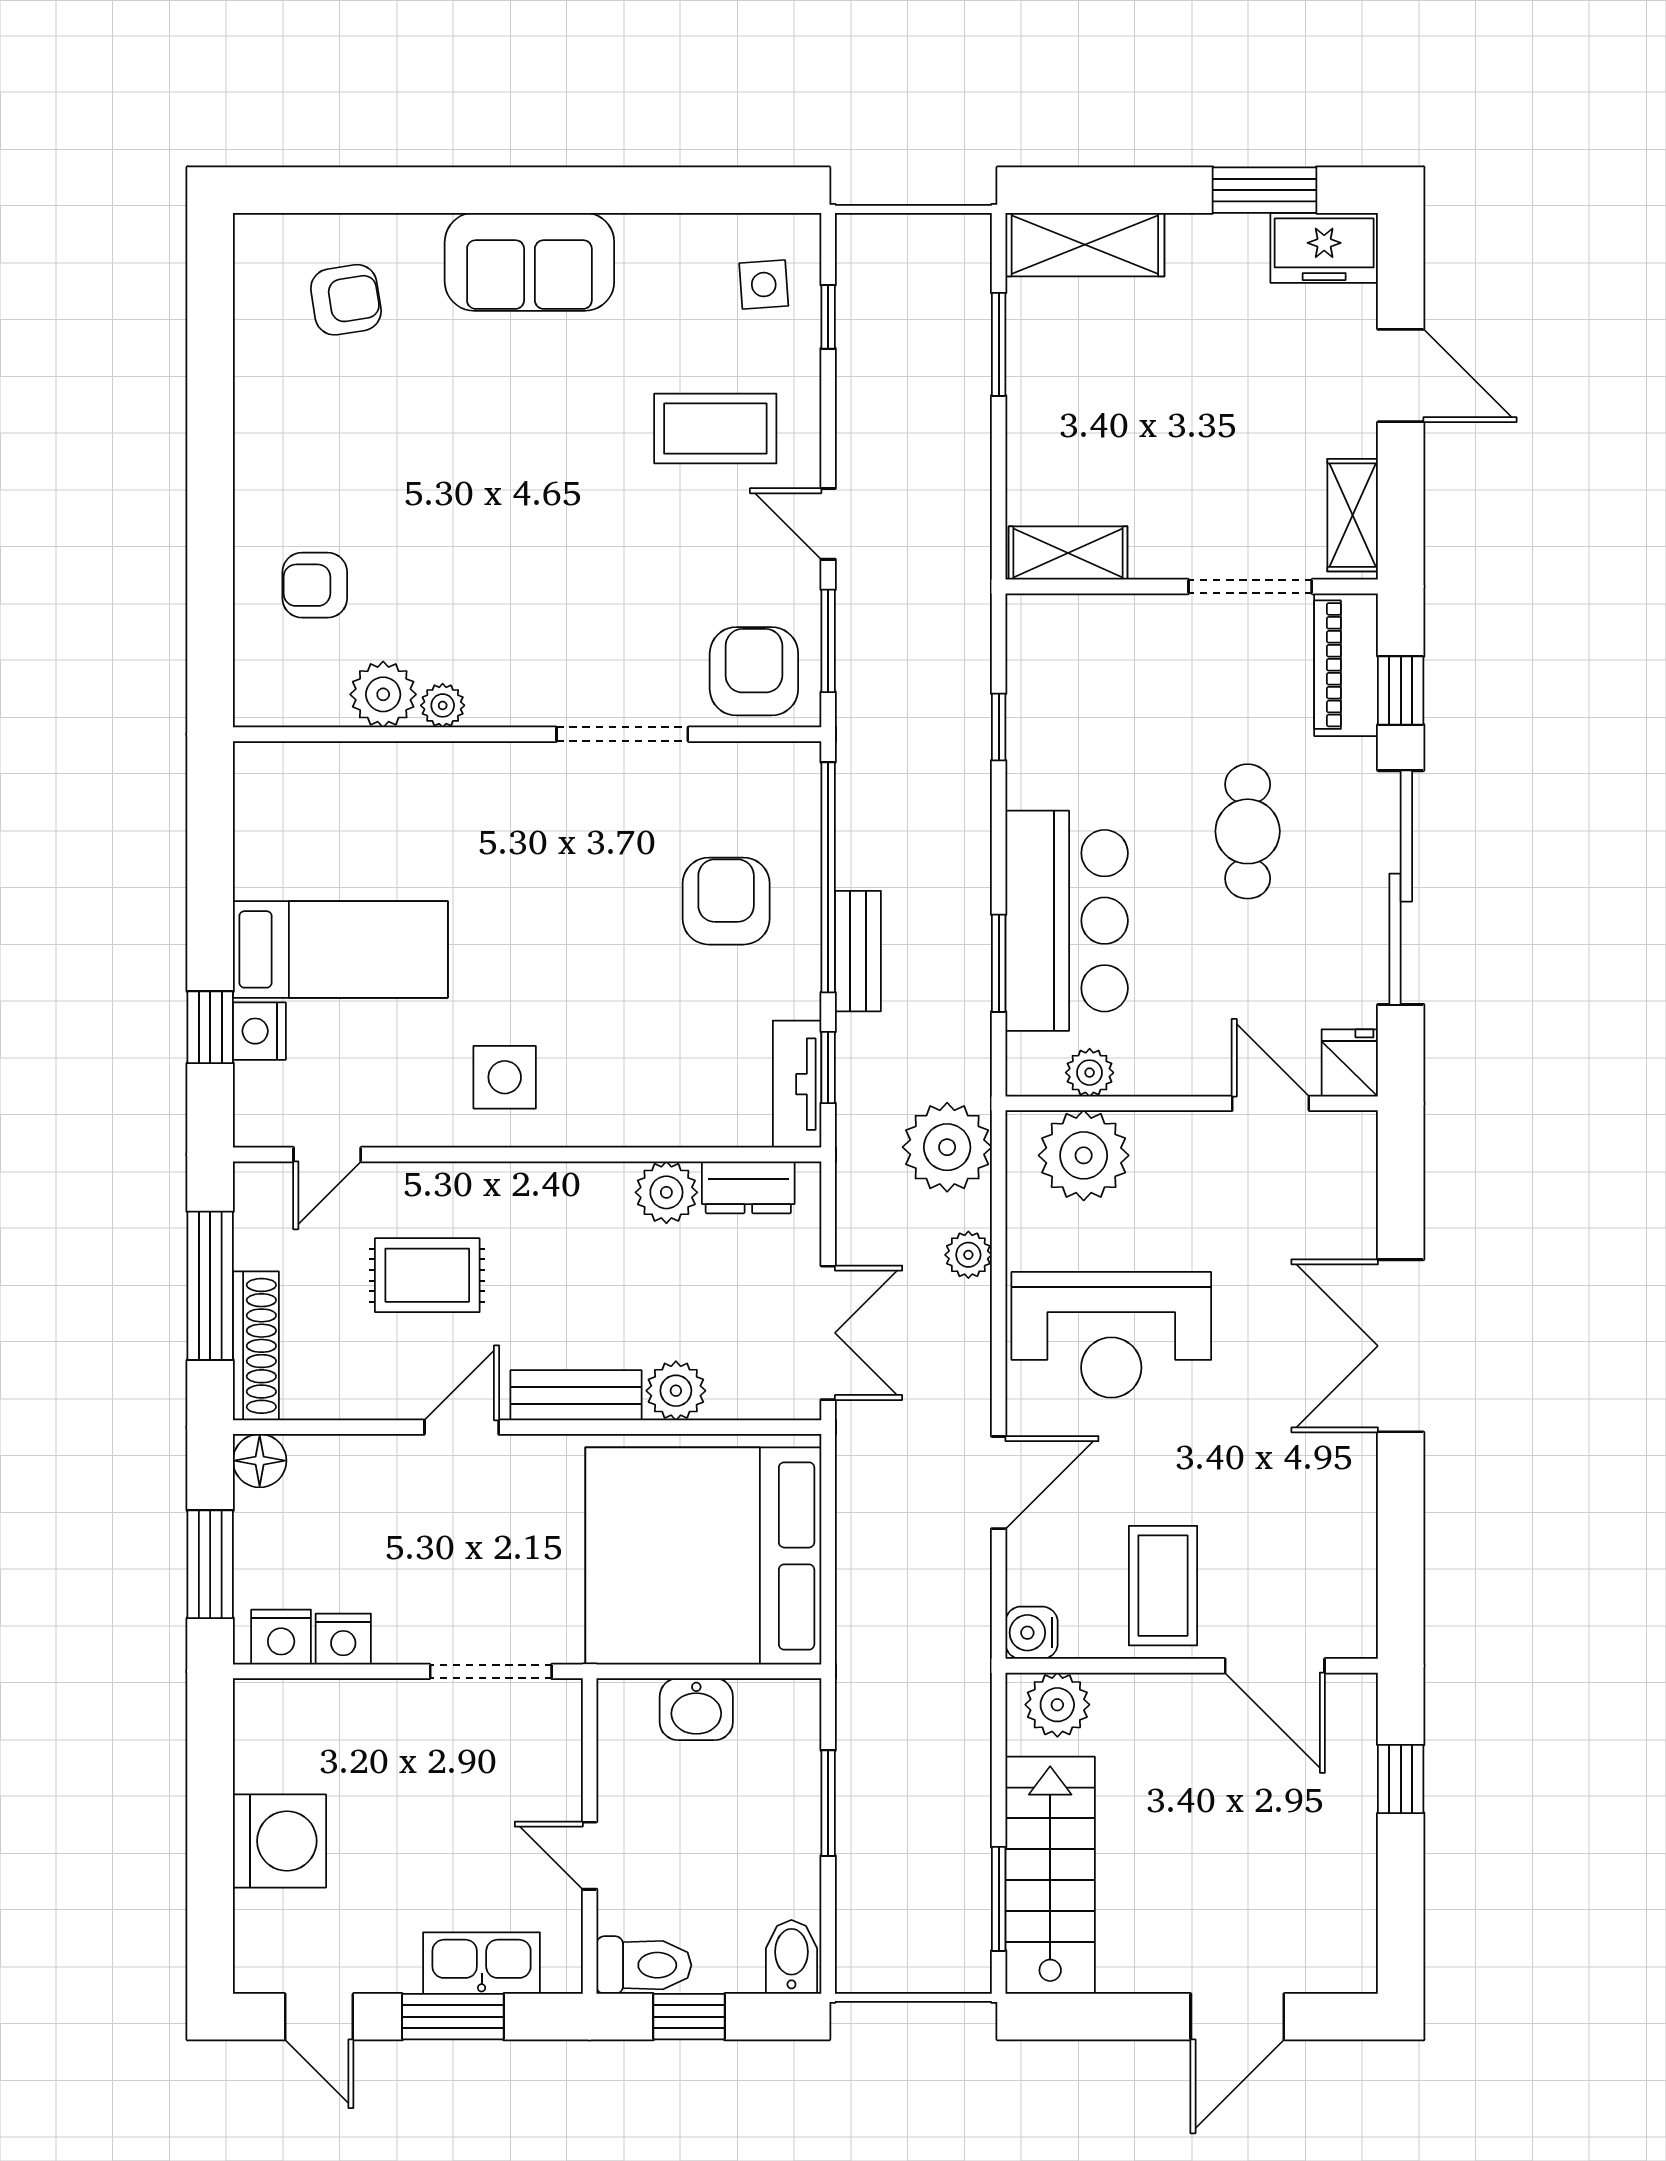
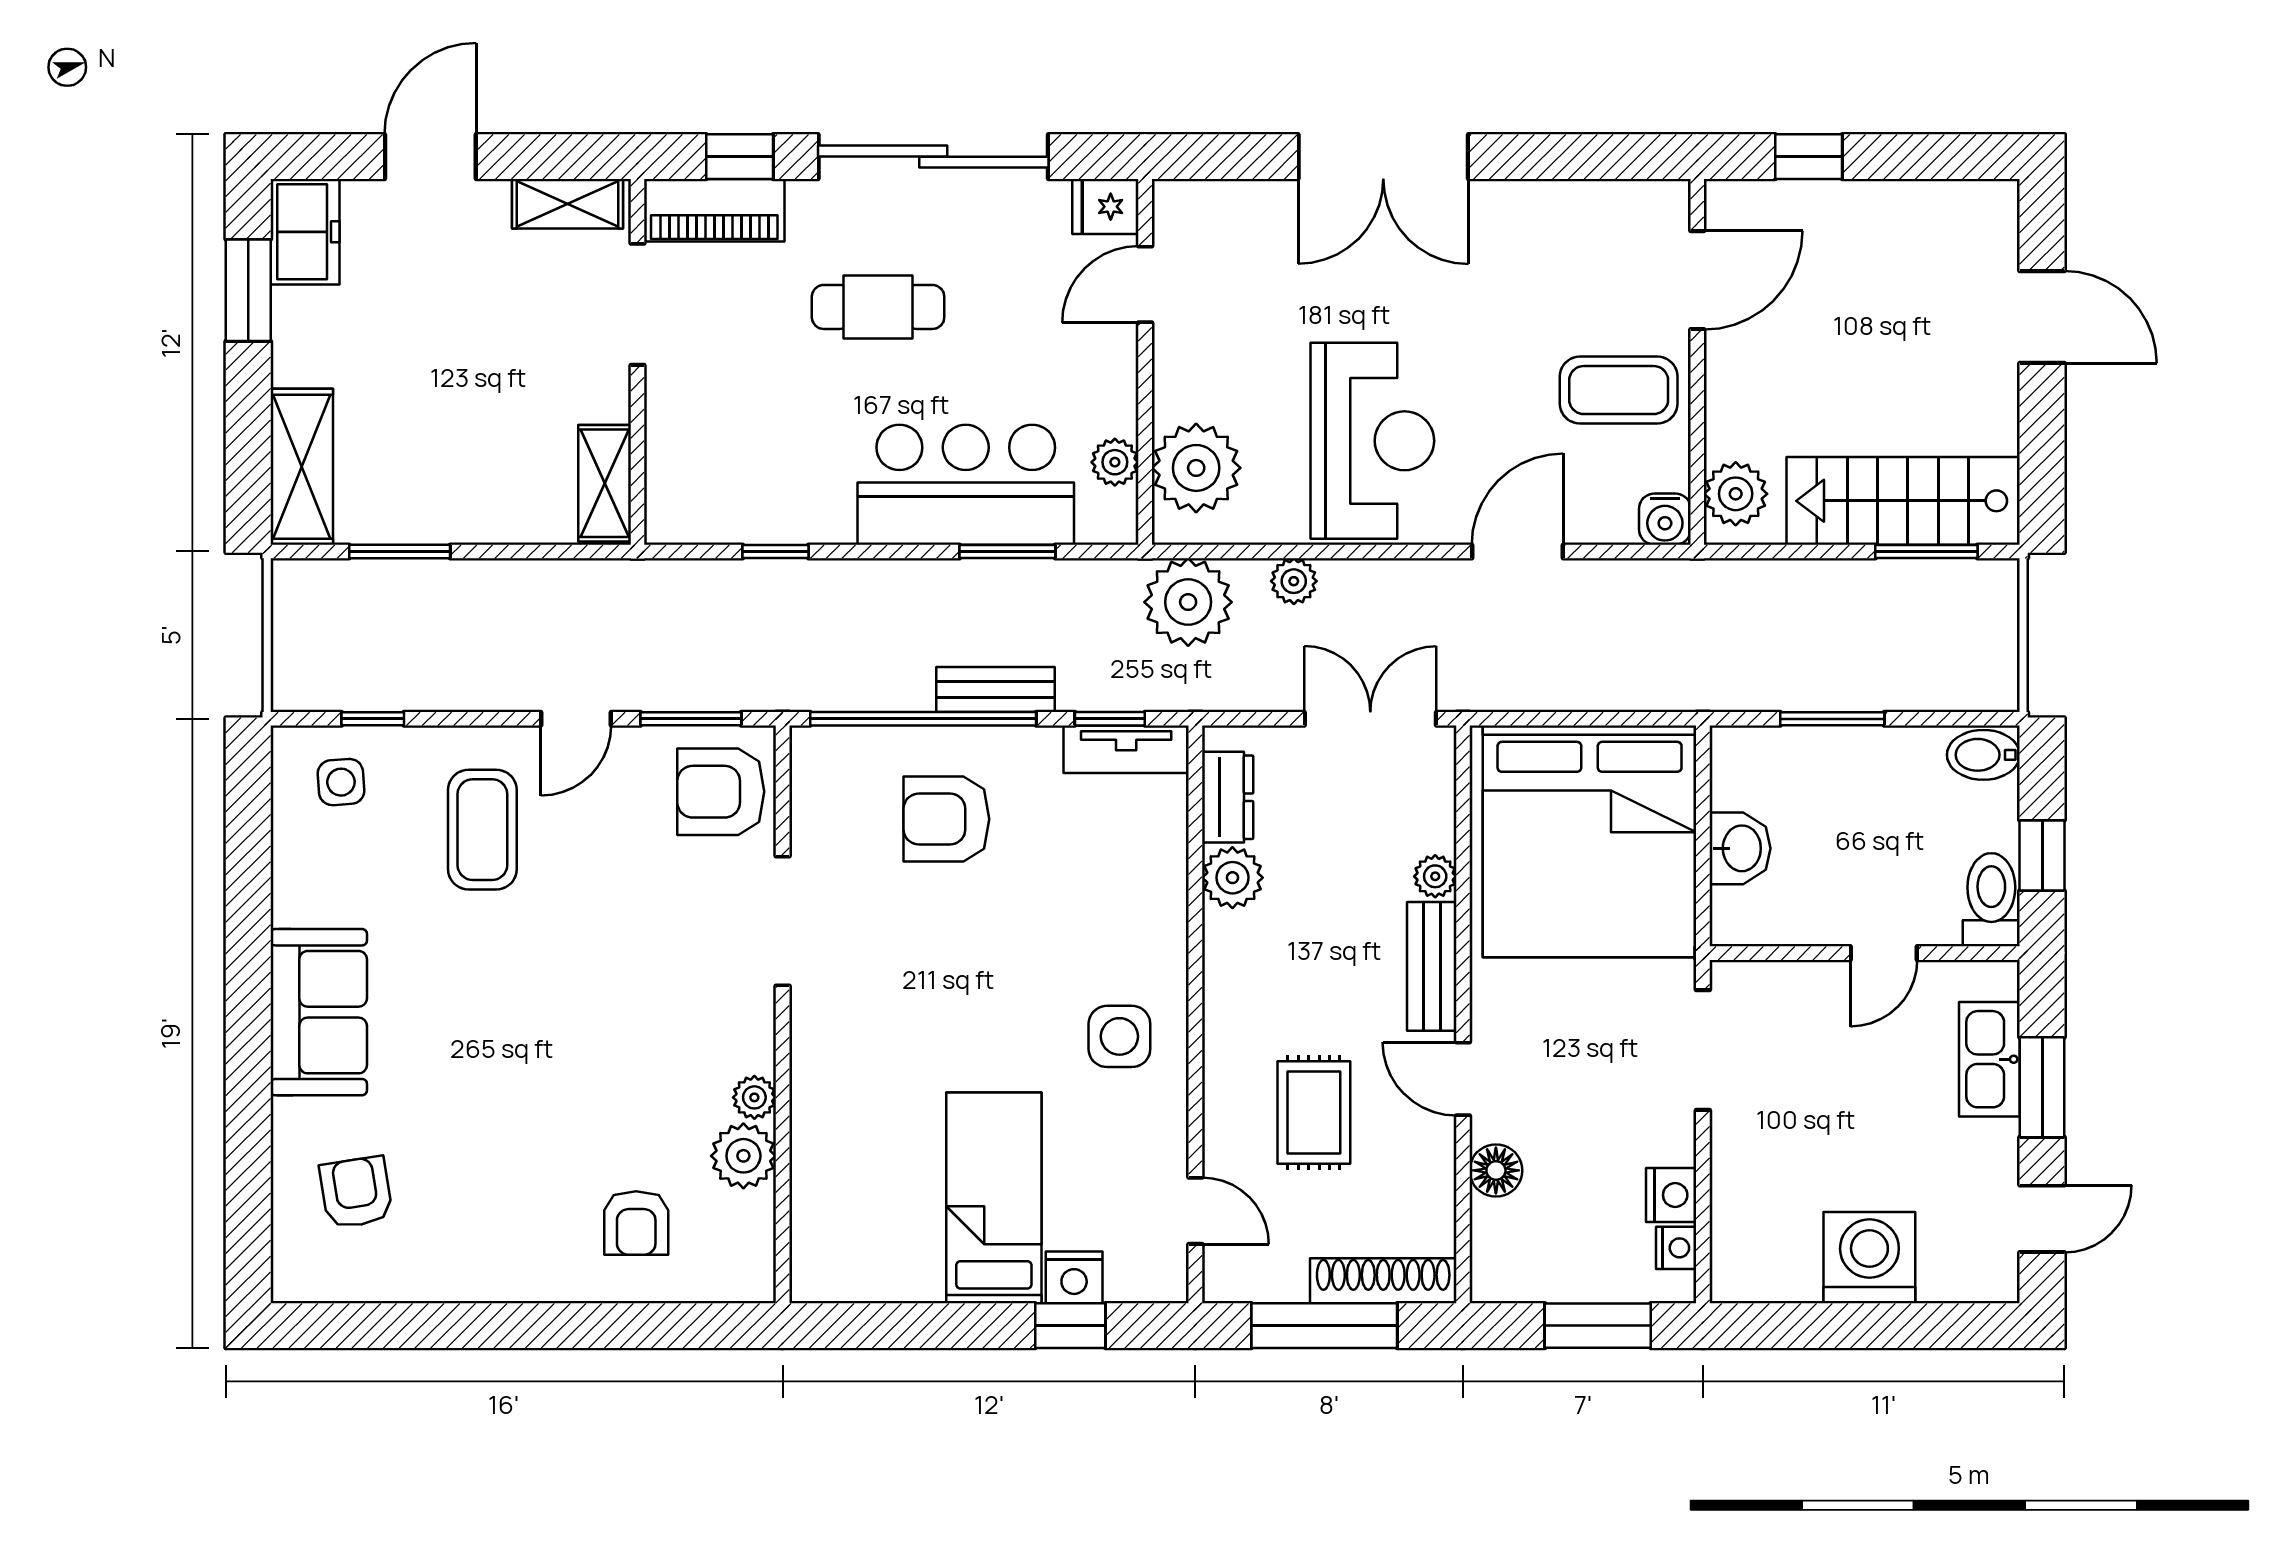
plant: (676, 1391) -> (1435, 876), width x0.73, depth x0.73
floor lamp: (260, 1461) -> (1496, 1170), moved
door: (999, 1483) -> (1518, 551), hinge flipped
nightstand: (281, 1637) -> (1676, 1248), width x0.72, depth x0.74

